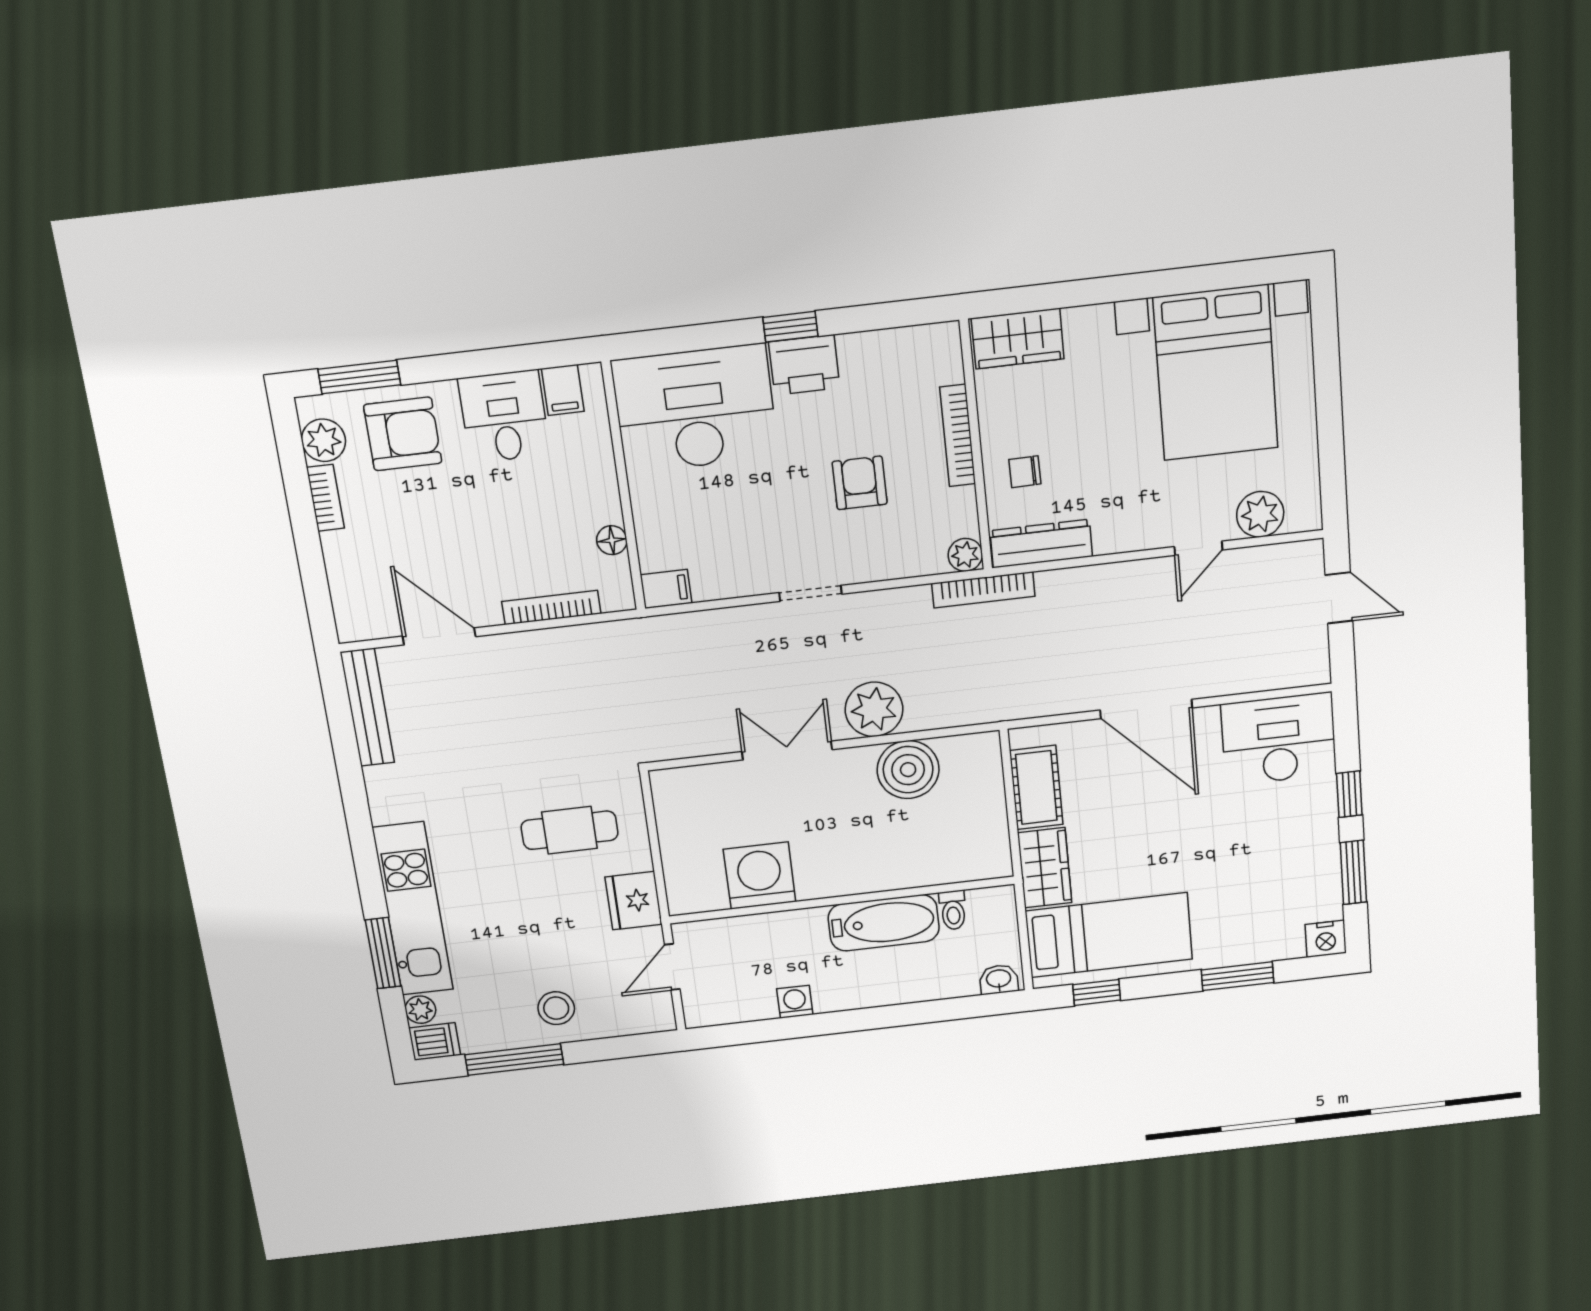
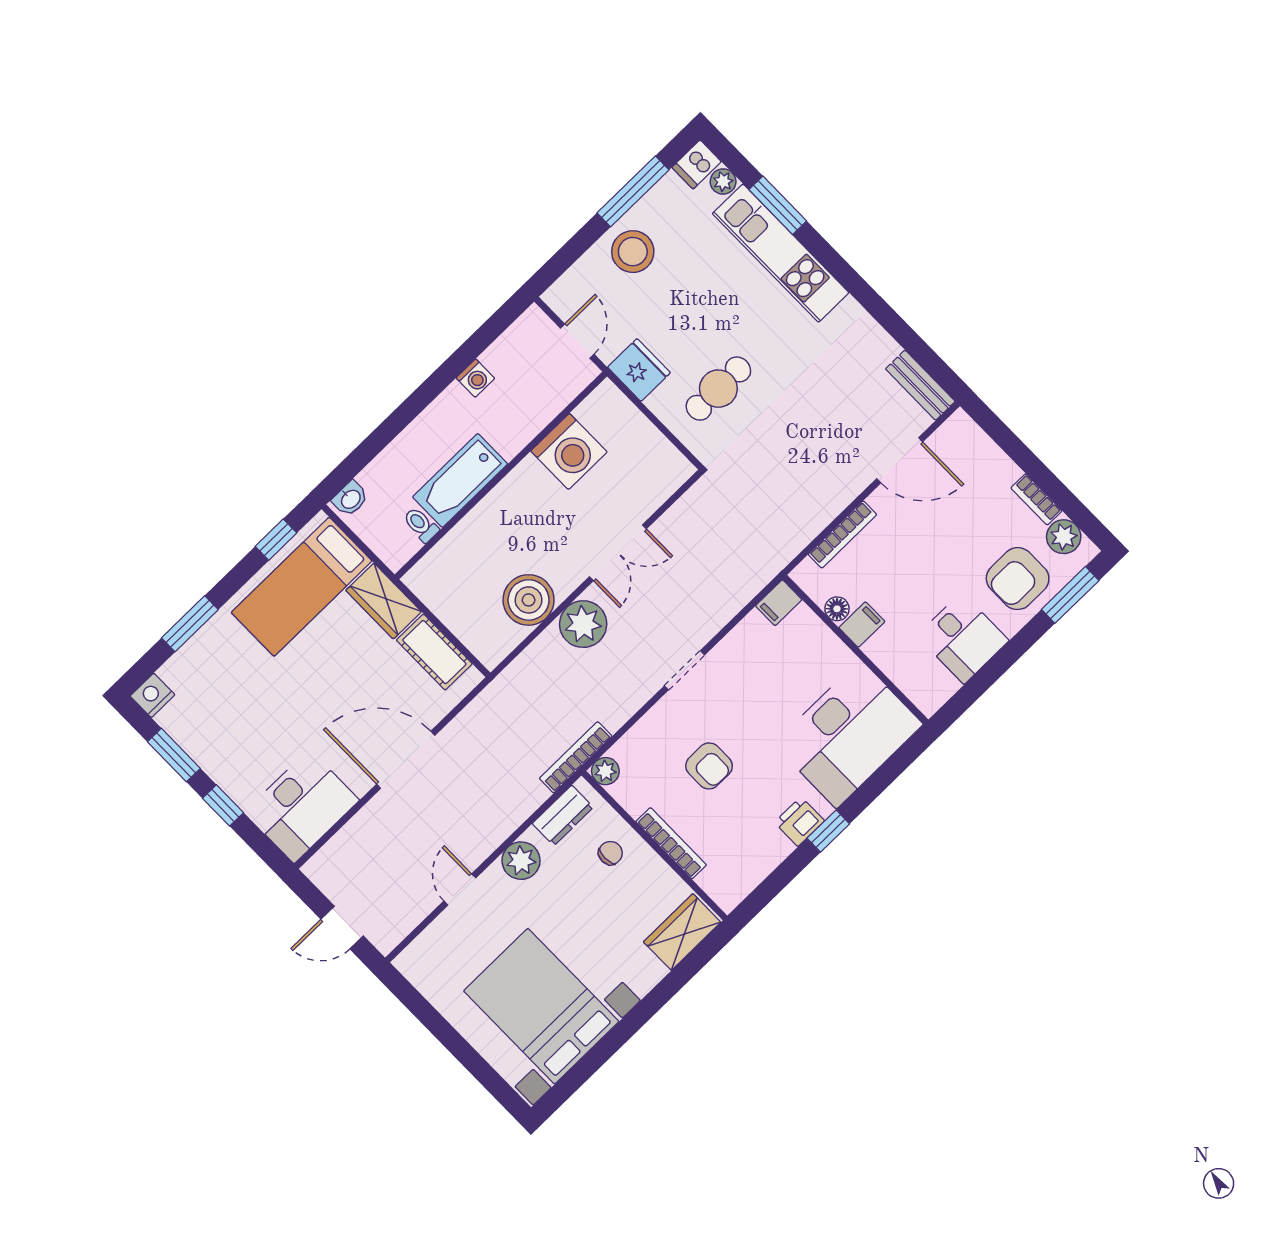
printer: (804, 365) -> (799, 822), width x0.73, depth x0.81
filing cabinet: (563, 390) -> (862, 625), moved, turned 90
plant: (1260, 514) -> (521, 861), moved
dresser: (1041, 544) -> (563, 815), width x0.70
bench: (367, 707) -> (920, 385), width x0.73
stool: (556, 1008) -> (633, 252), width x1.38, depth x1.38

